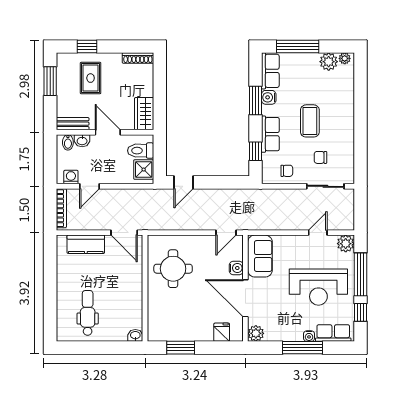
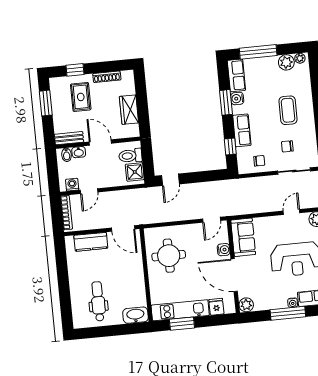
shoe rack: (138, 58) -> (107, 77), moved
wardrobe: (144, 114) -> (129, 110), moved
coffee table: (310, 121) -> (288, 110), moved
kitchen unit: (180, 332) -> (180, 310), added
washbasin: (135, 335) -> (135, 315), width x1.91, depth x1.45

